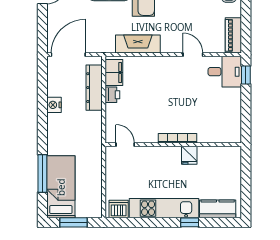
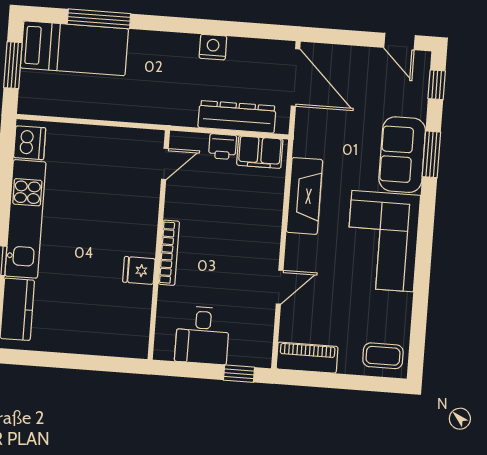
desk: (225, 72) -> (202, 335), moved
bookcase: (178, 138) -> (169, 253), moved
door: (125, 145) -> (165, 164), moved
wall: (173, 145) -> (159, 245), moved
fridge: (189, 155) -> (139, 270), moved

